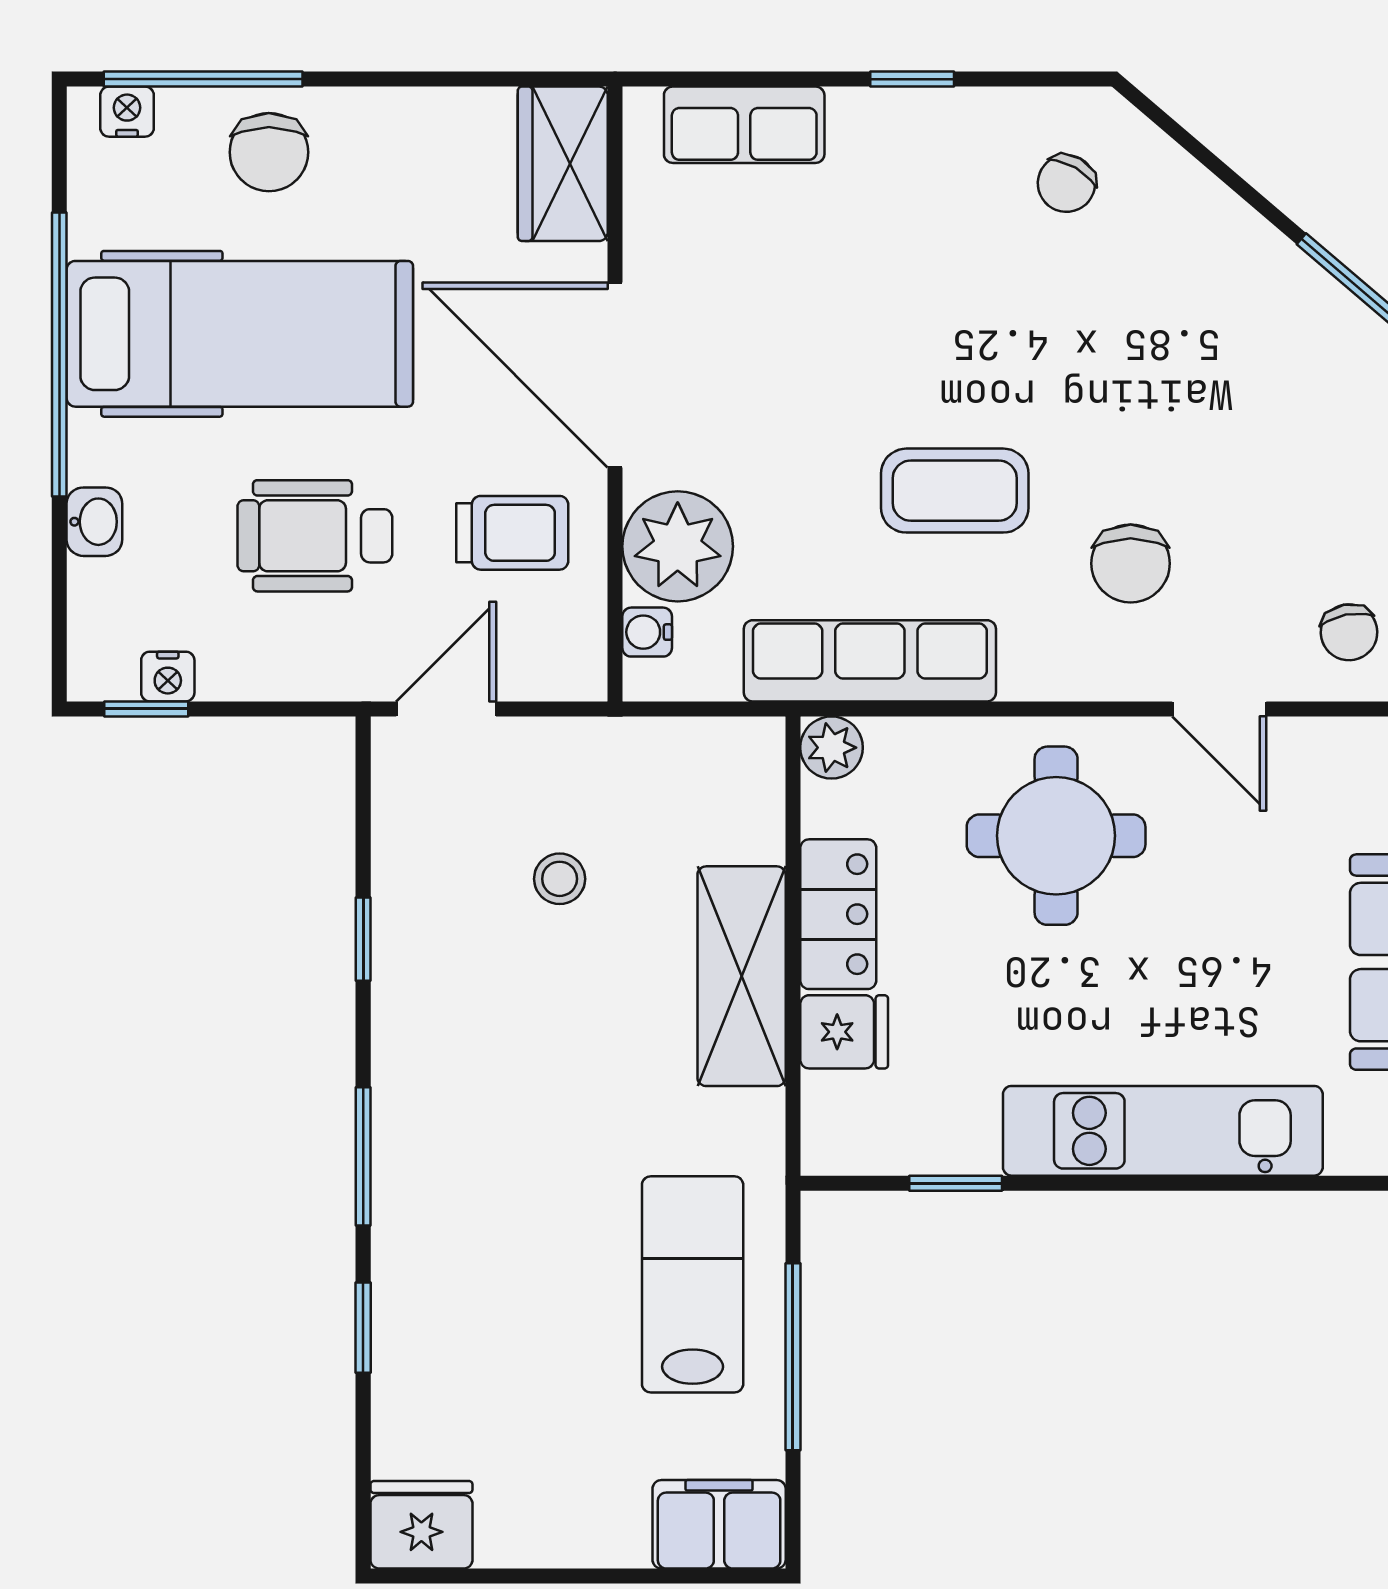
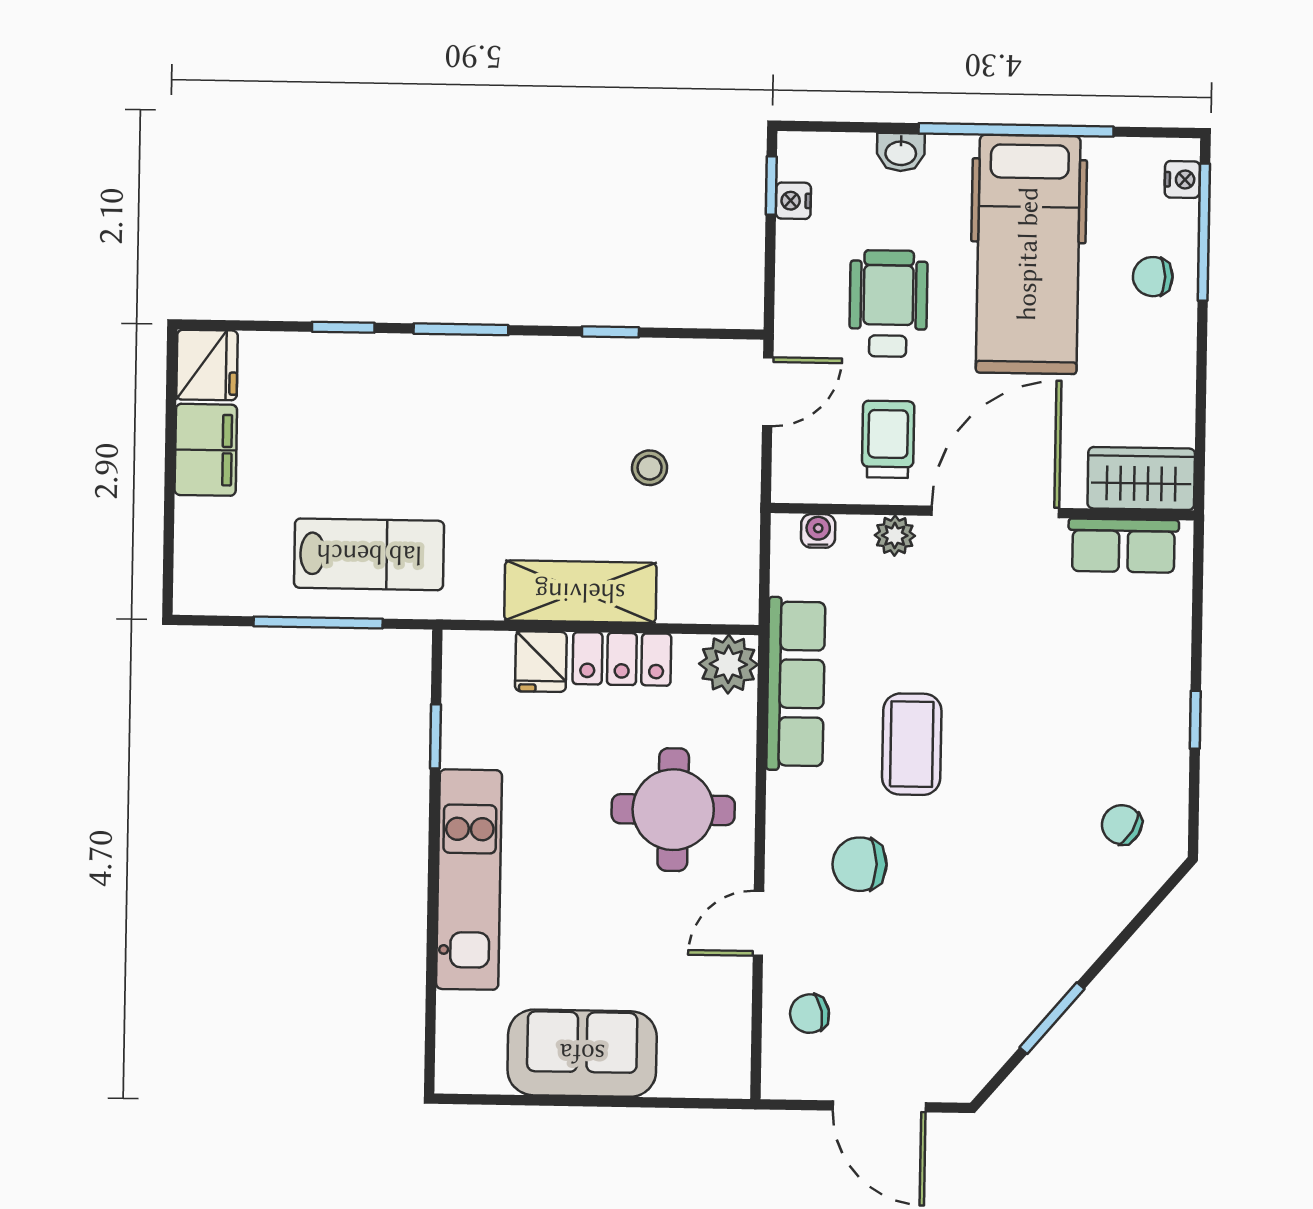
row of seats: (744, 125) -> (1123, 546), moved, turned -90
chair: (269, 152) -> (1153, 277), width x0.73, depth x0.73
trolley: (512, 533) -> (888, 439), turned 180
plant: (678, 546) -> (895, 536), width x0.53, depth x0.53
door: (446, 709) -> (768, 392), hinge flipped
plant: (832, 748) -> (728, 664), width x1.38, depth x1.38
filing cabinet: (719, 1524) -> (206, 450), moved

